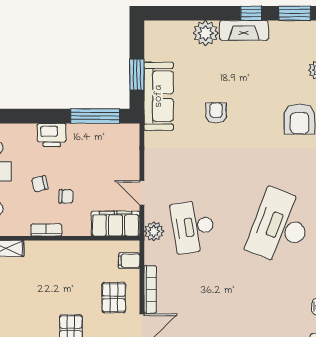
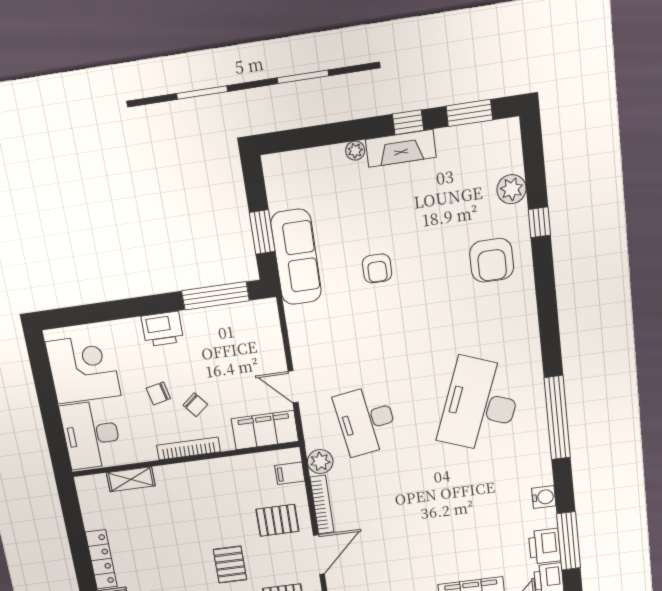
plant: (206, 33) -> (355, 151), width x0.53, depth x0.53
armchair: (216, 113) -> (377, 268), turned 180
chair: (66, 196) -> (195, 405), turned 51
bookcase: (46, 230) -> (189, 448), width x1.56
plant: (154, 231) -> (320, 462), moved
pallet: (114, 298) -> (277, 520), turned 90

